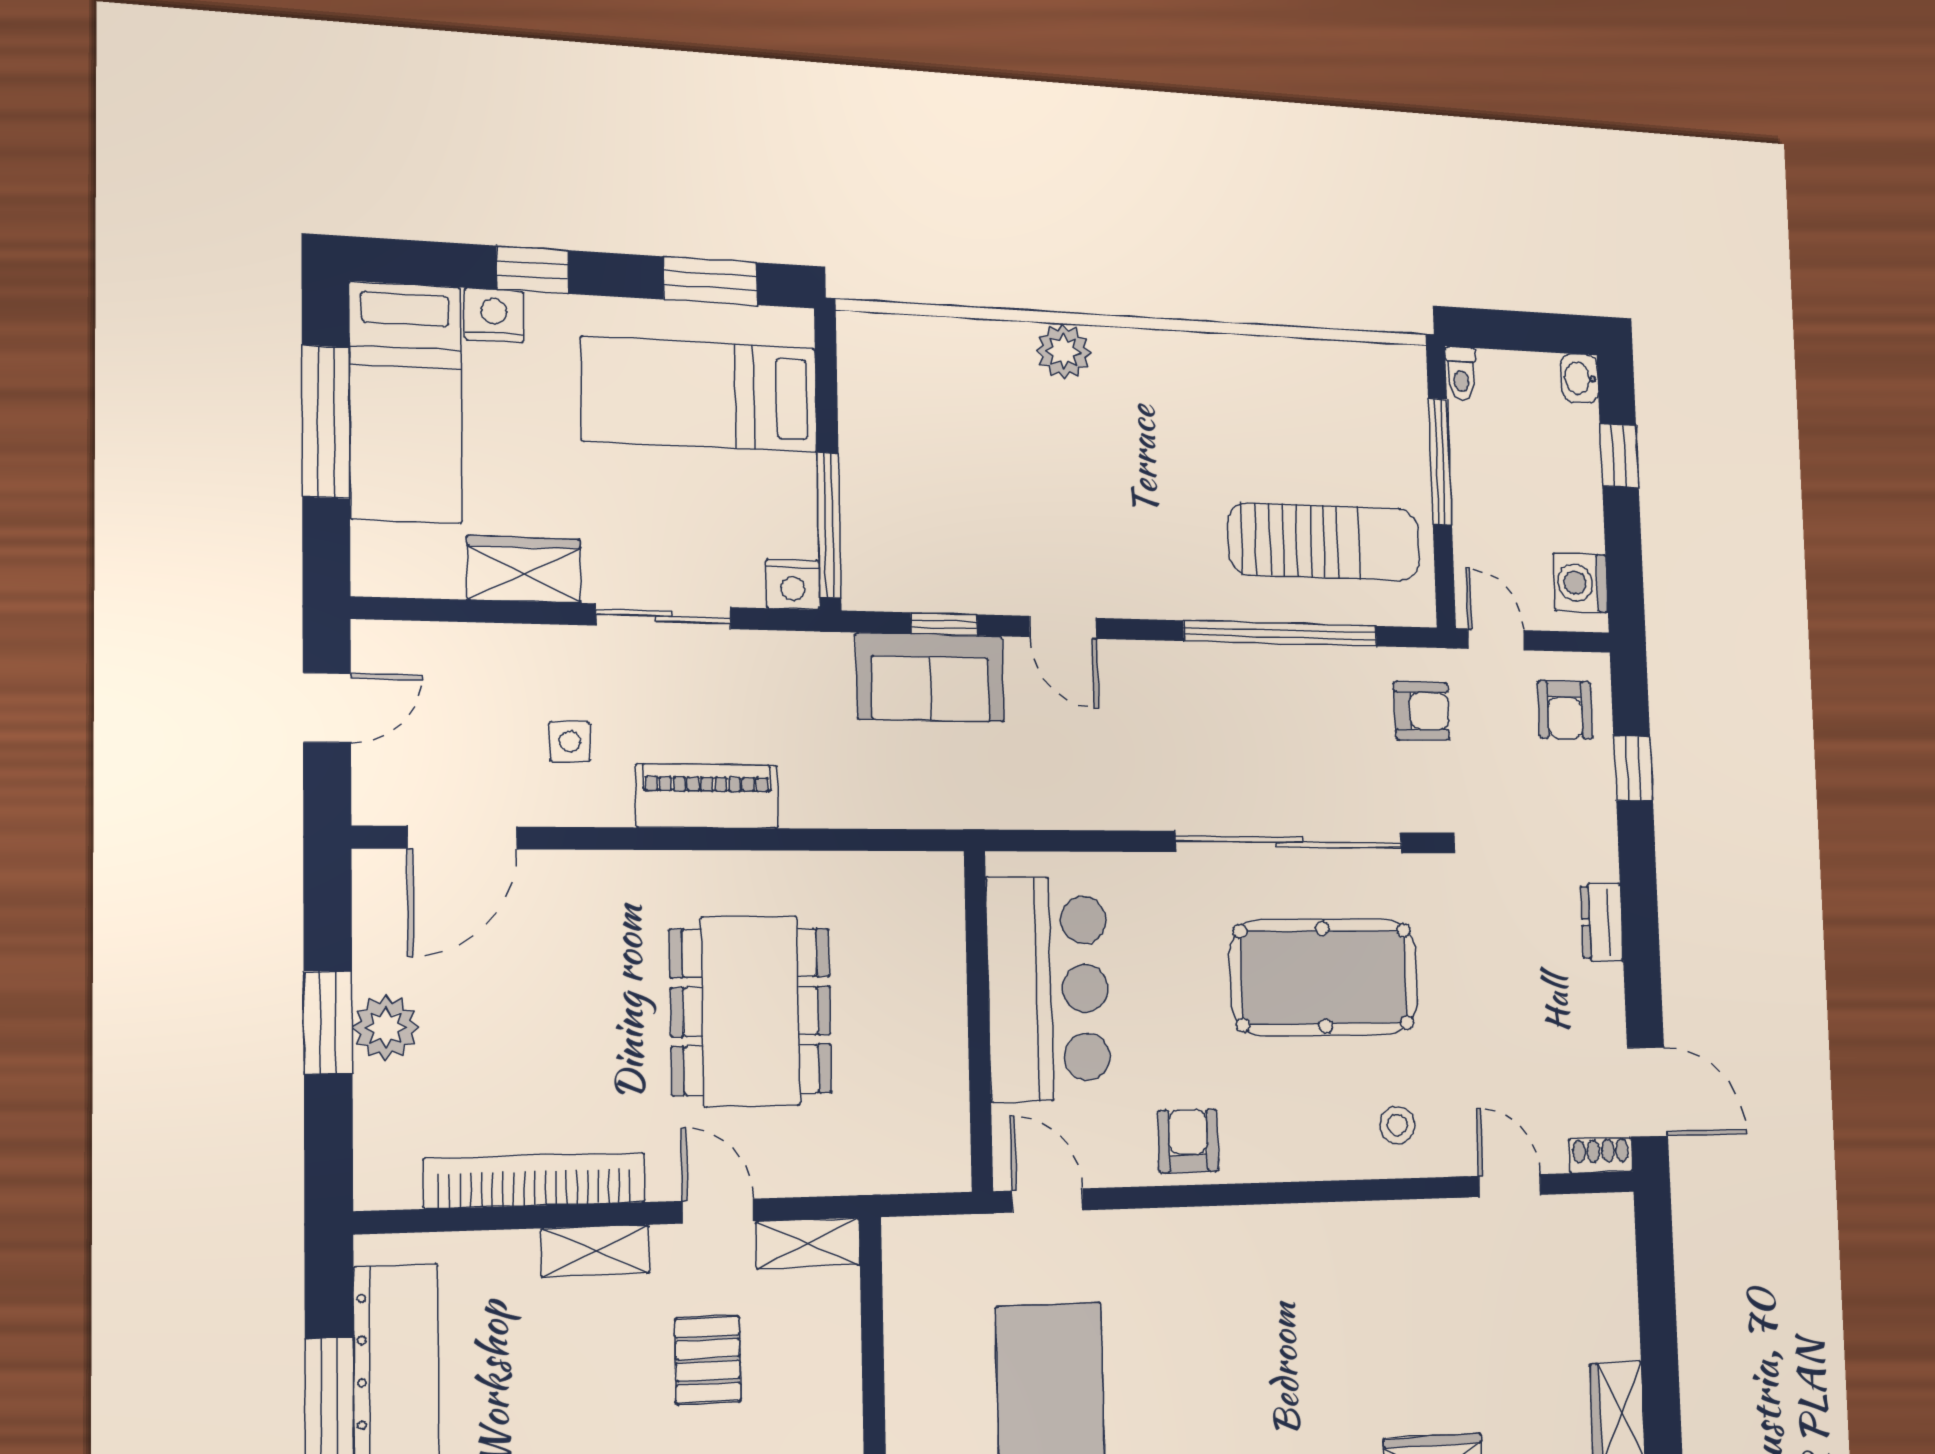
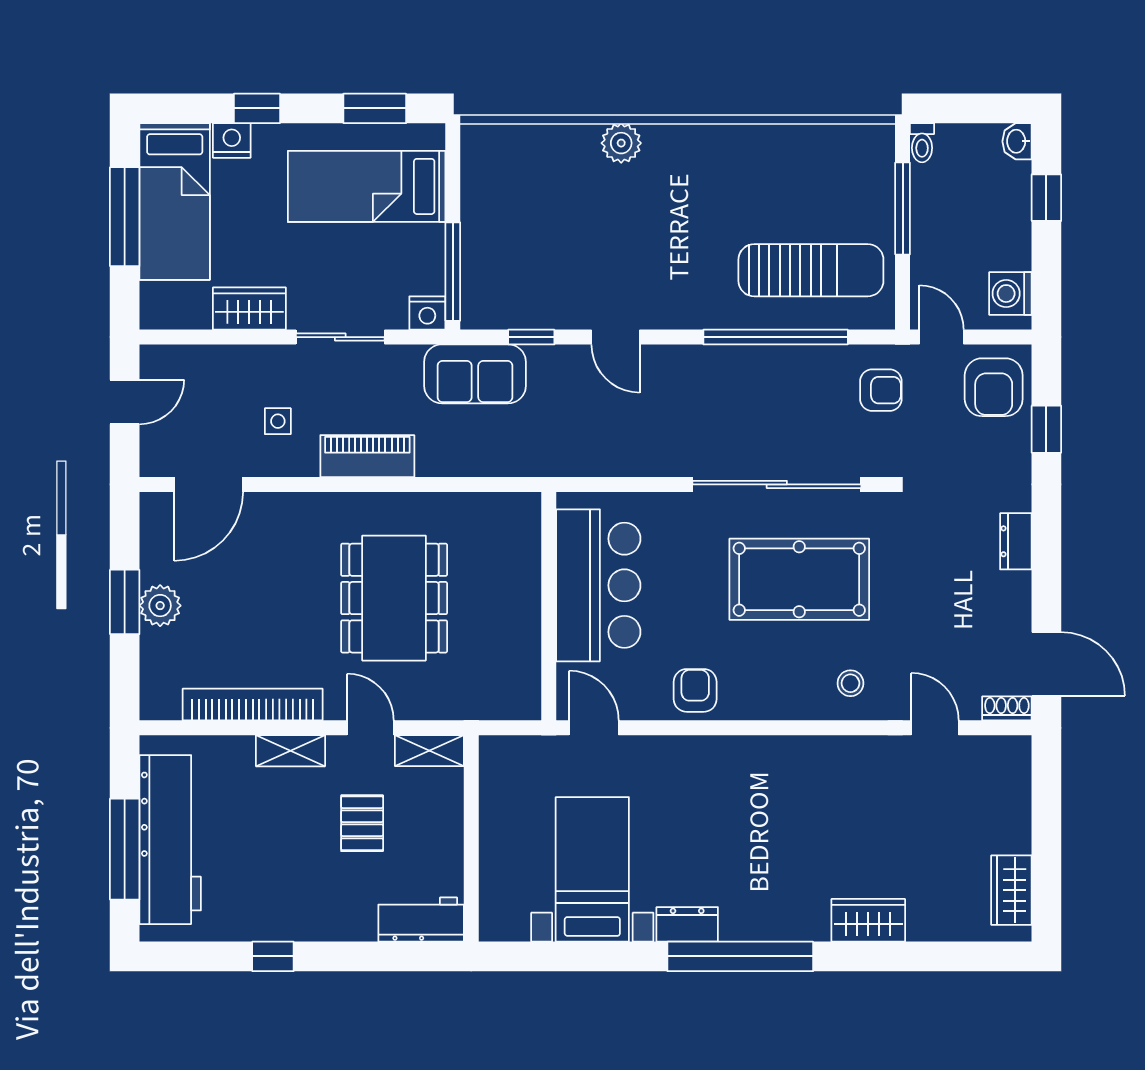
sofa: (930, 677) -> (475, 374), moved
armchair: (1565, 710) -> (994, 387), width x1.38, depth x1.38

